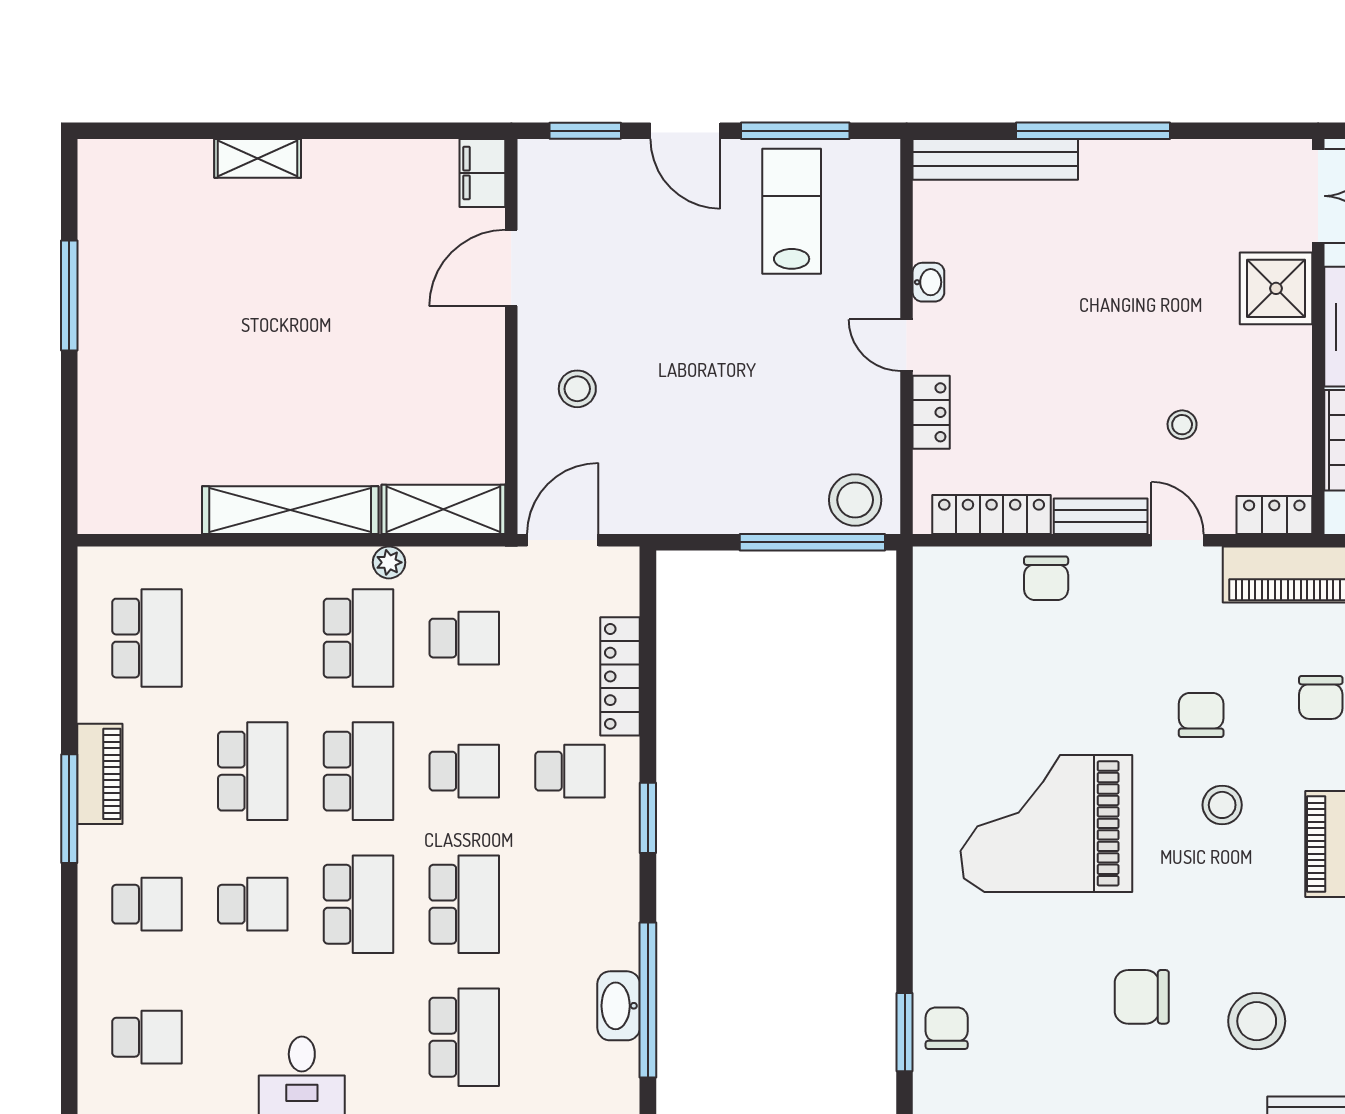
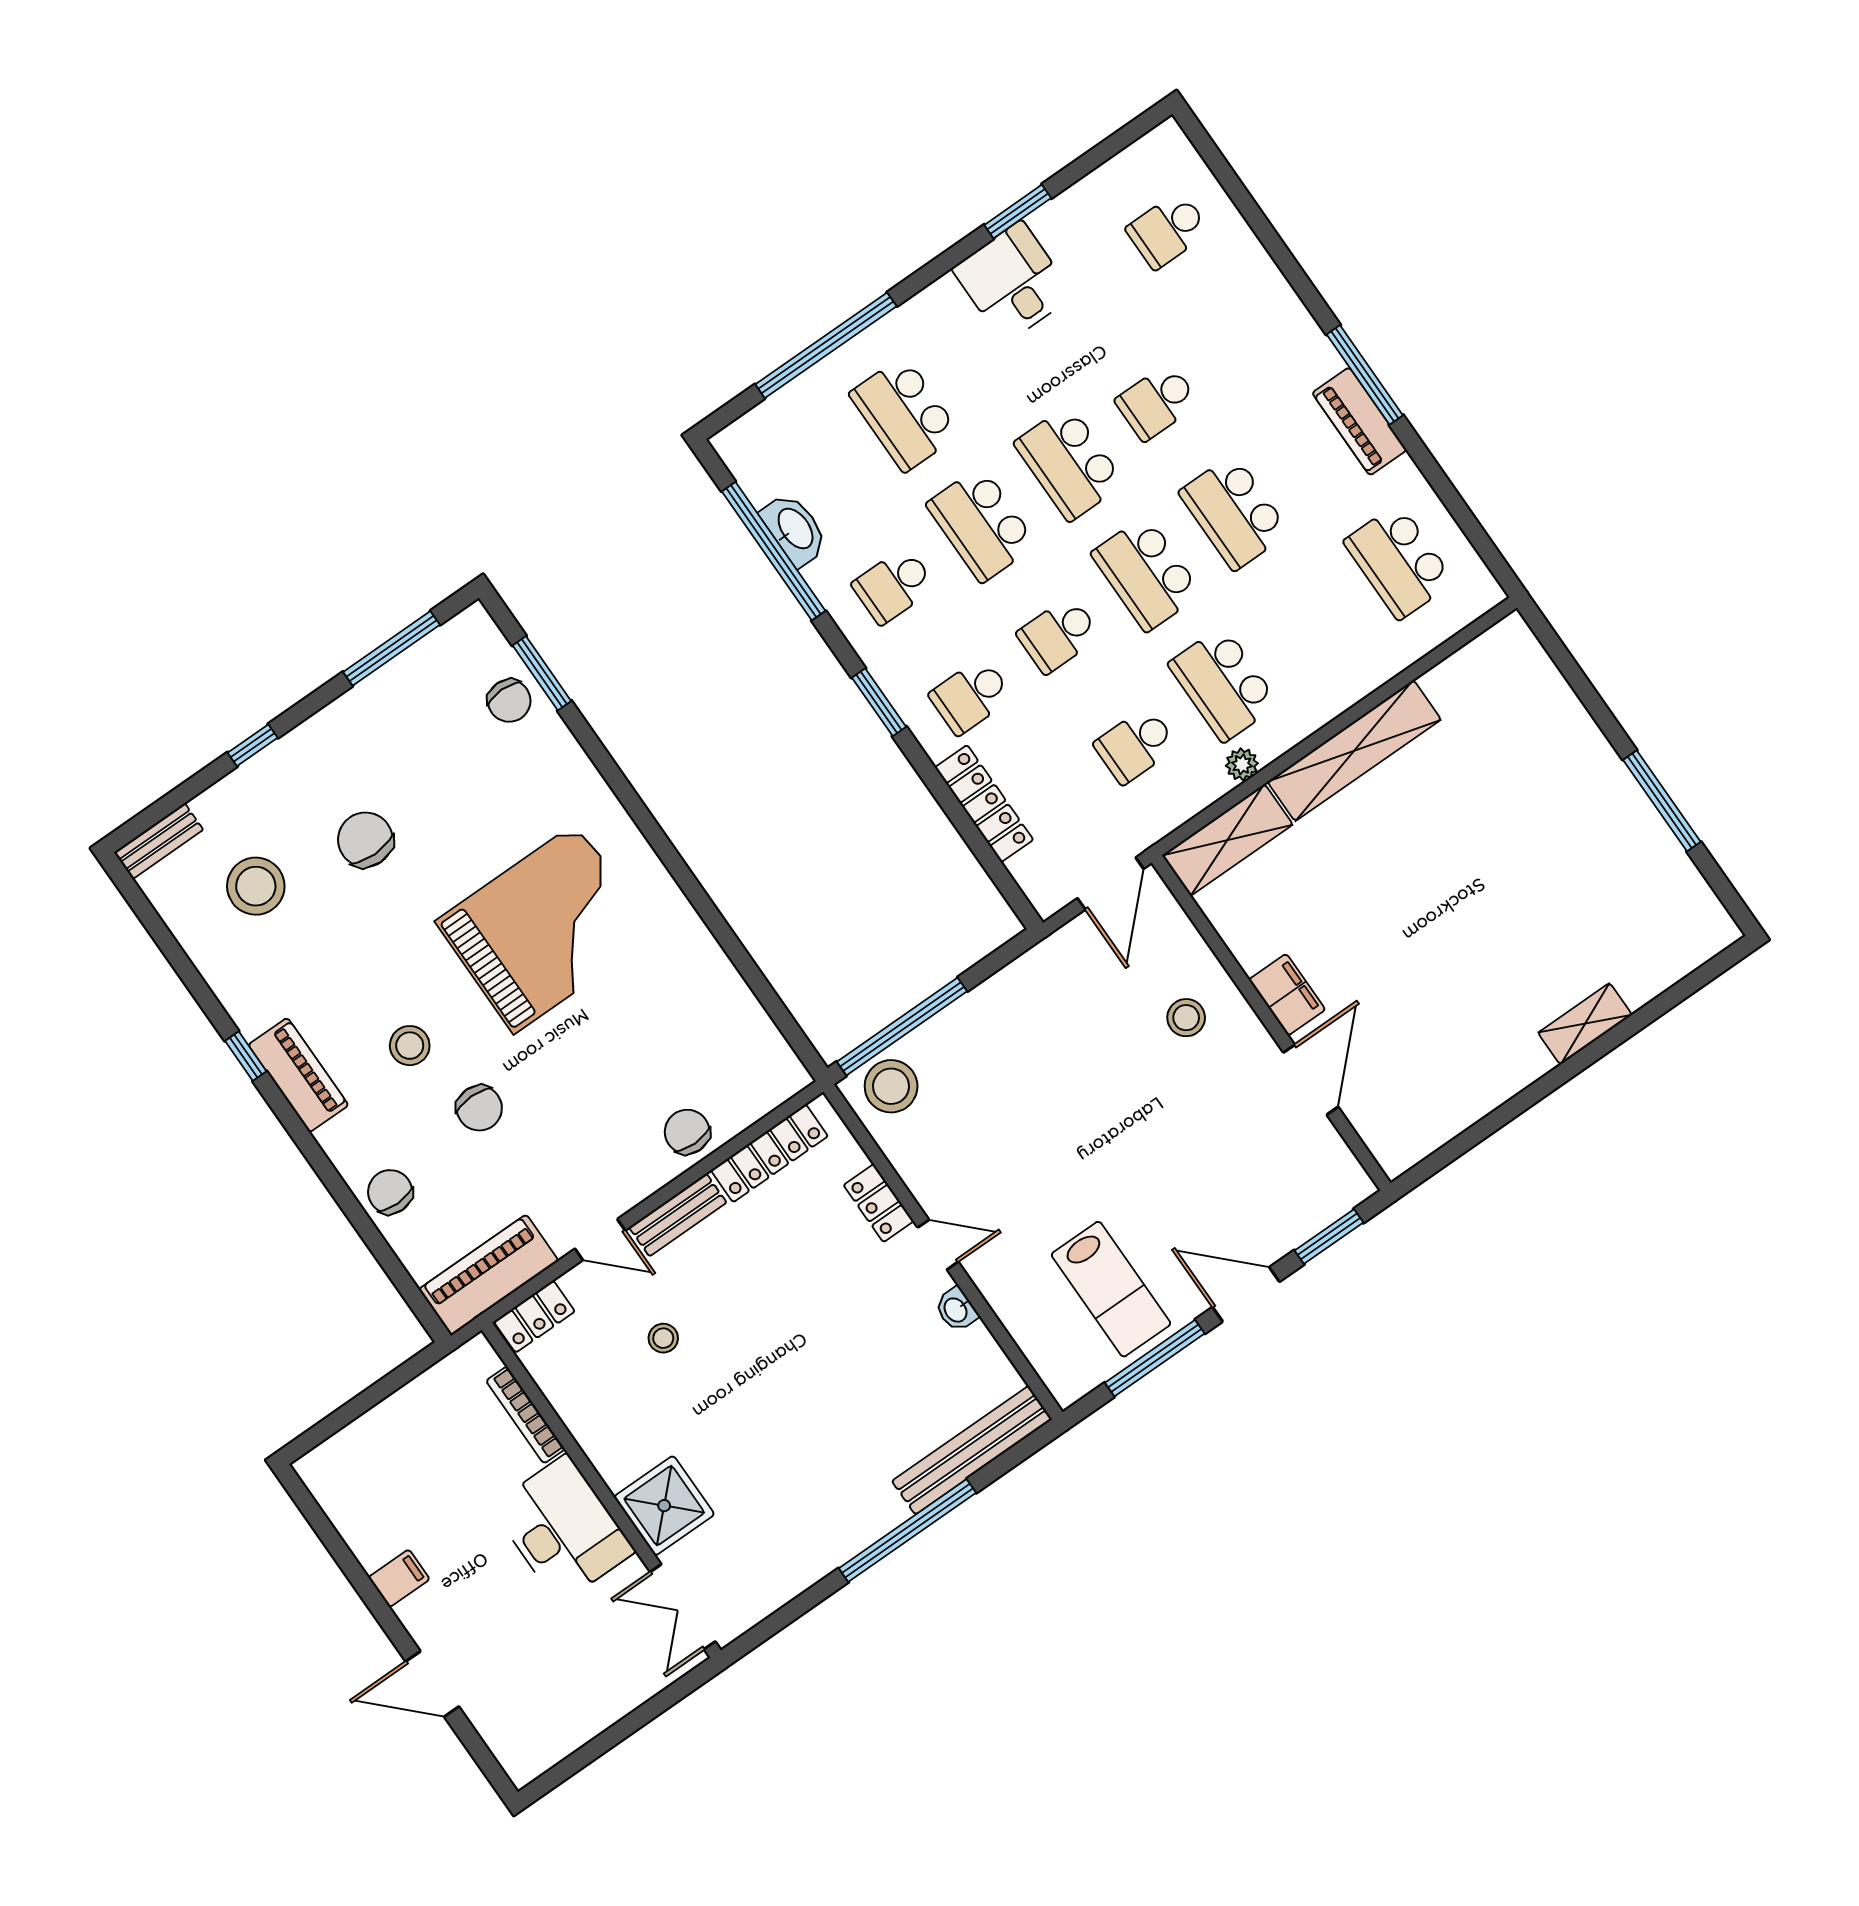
filing cabinet: (482, 173) -> (1287, 995), moved
school desk: (147, 904) -> (894, 586), moved
chair: (1142, 997) -> (365, 840), turned -90

